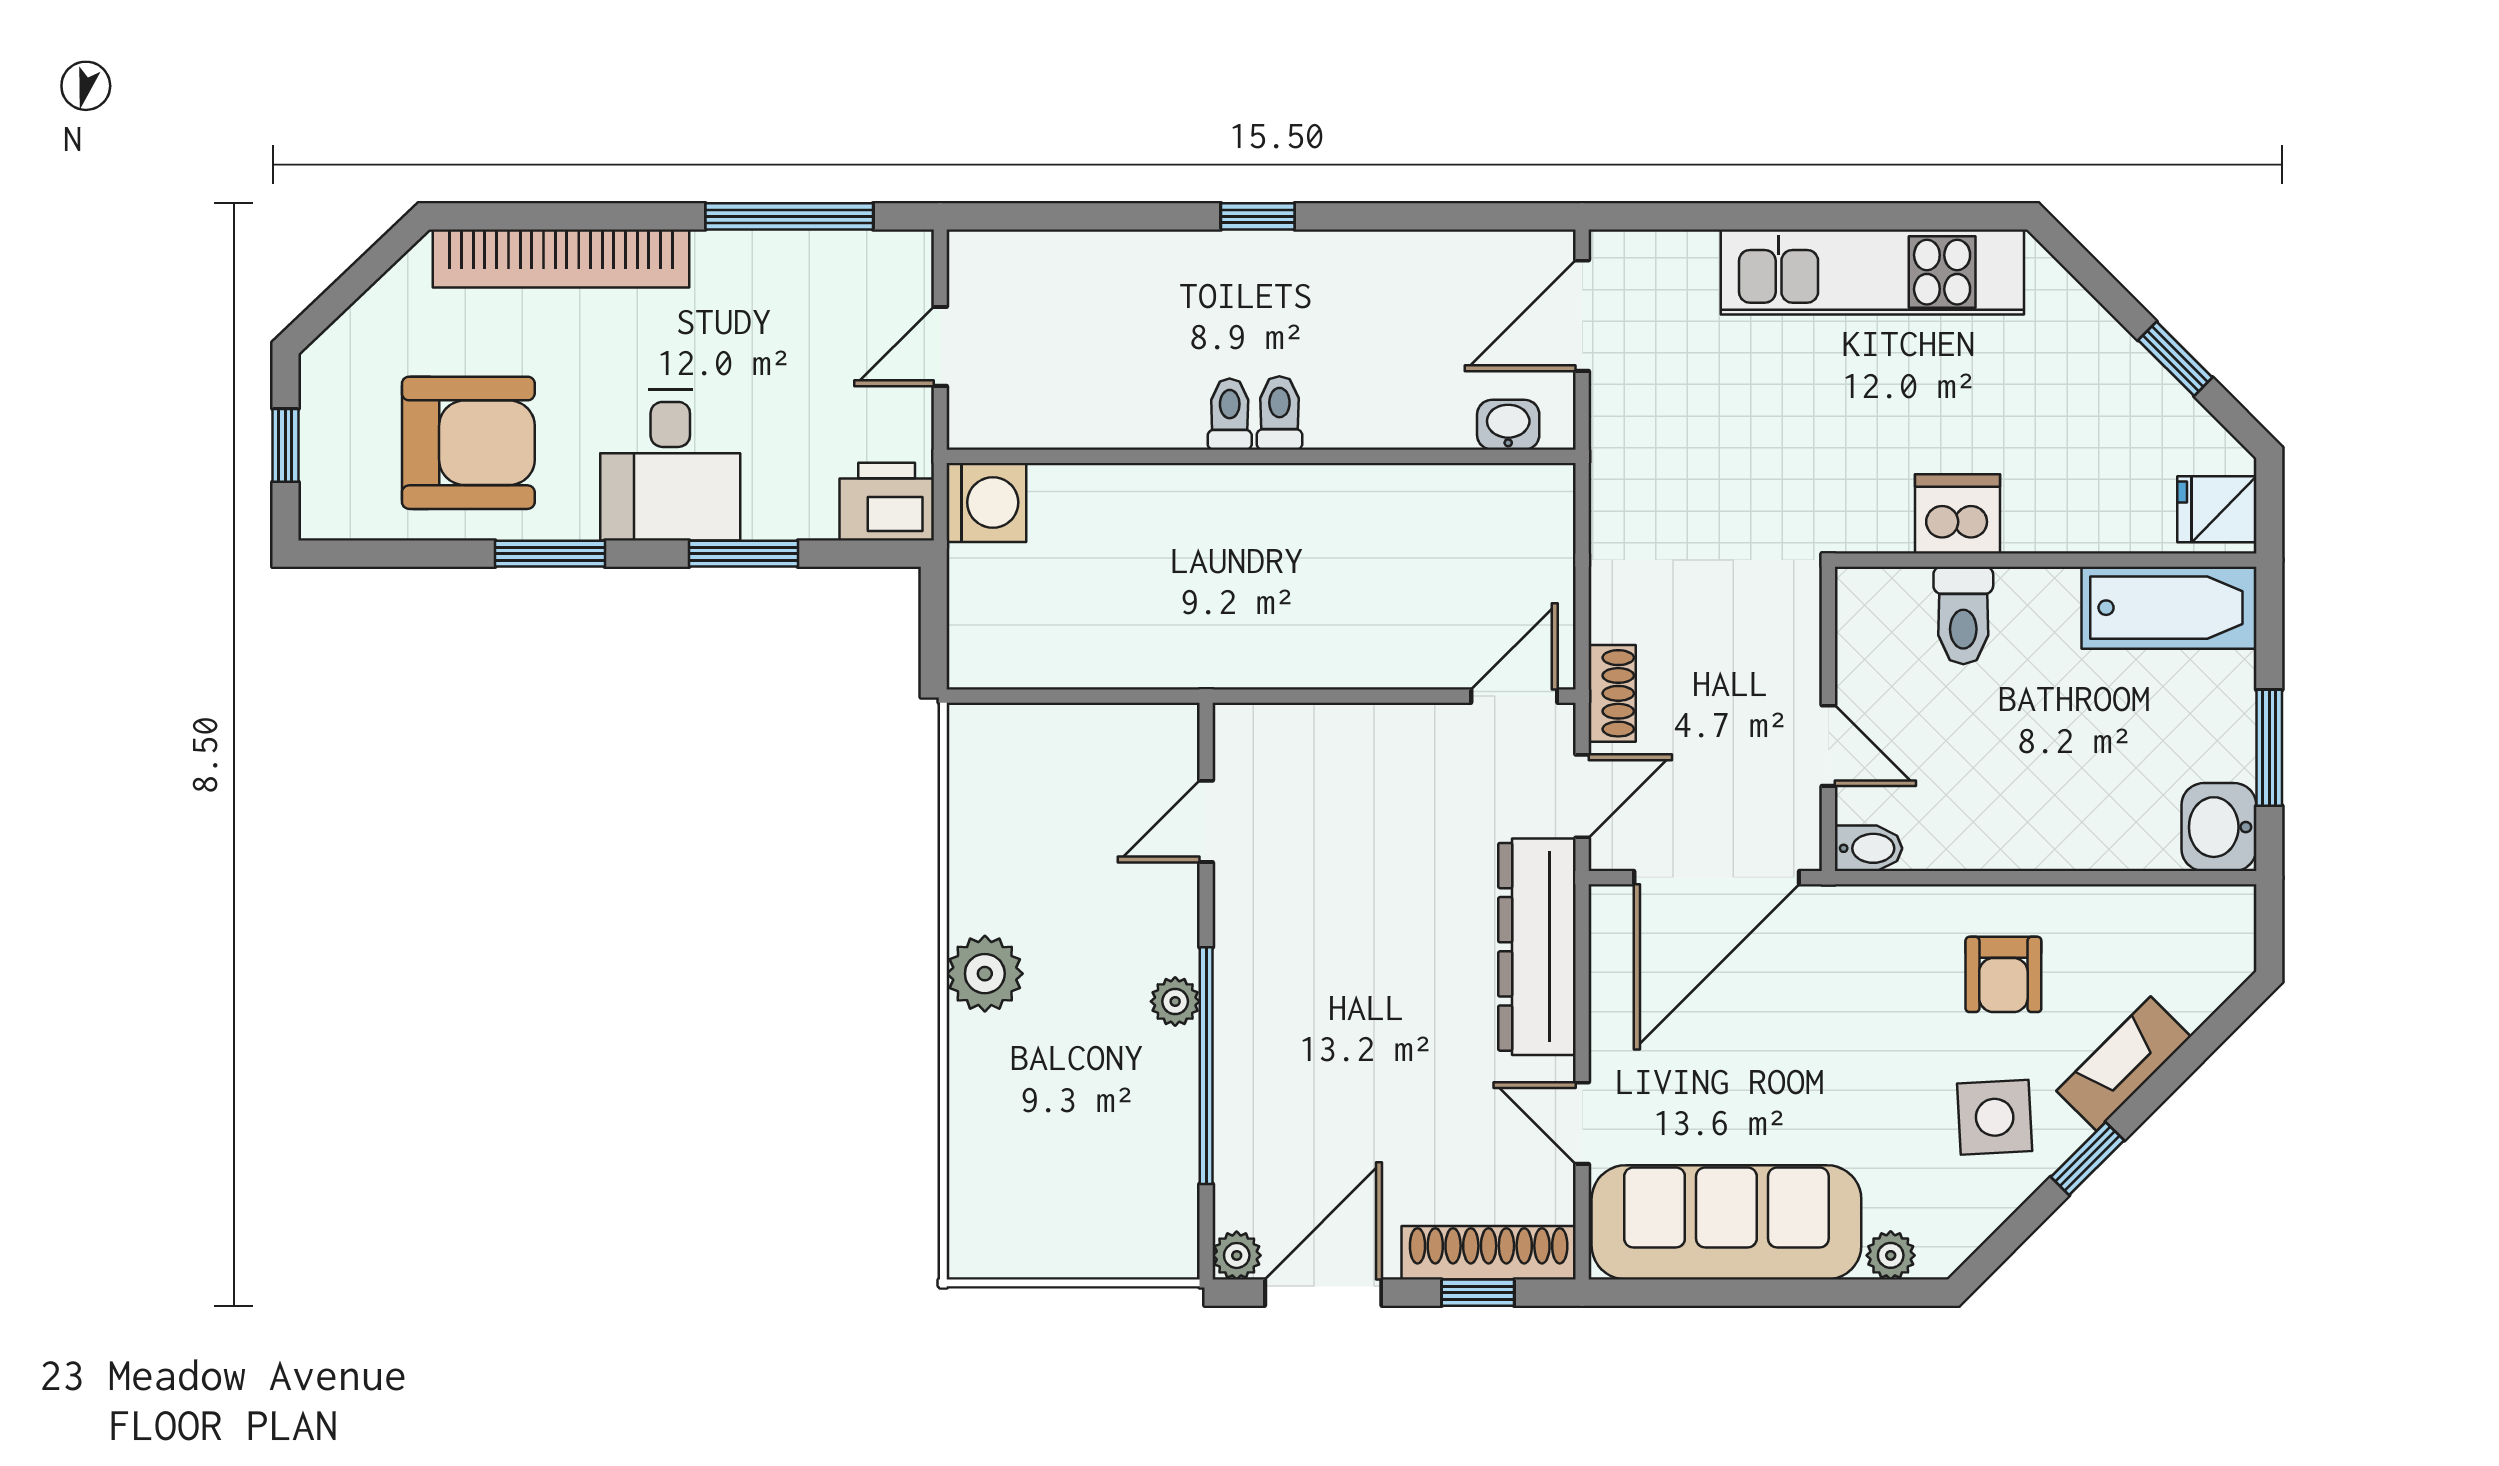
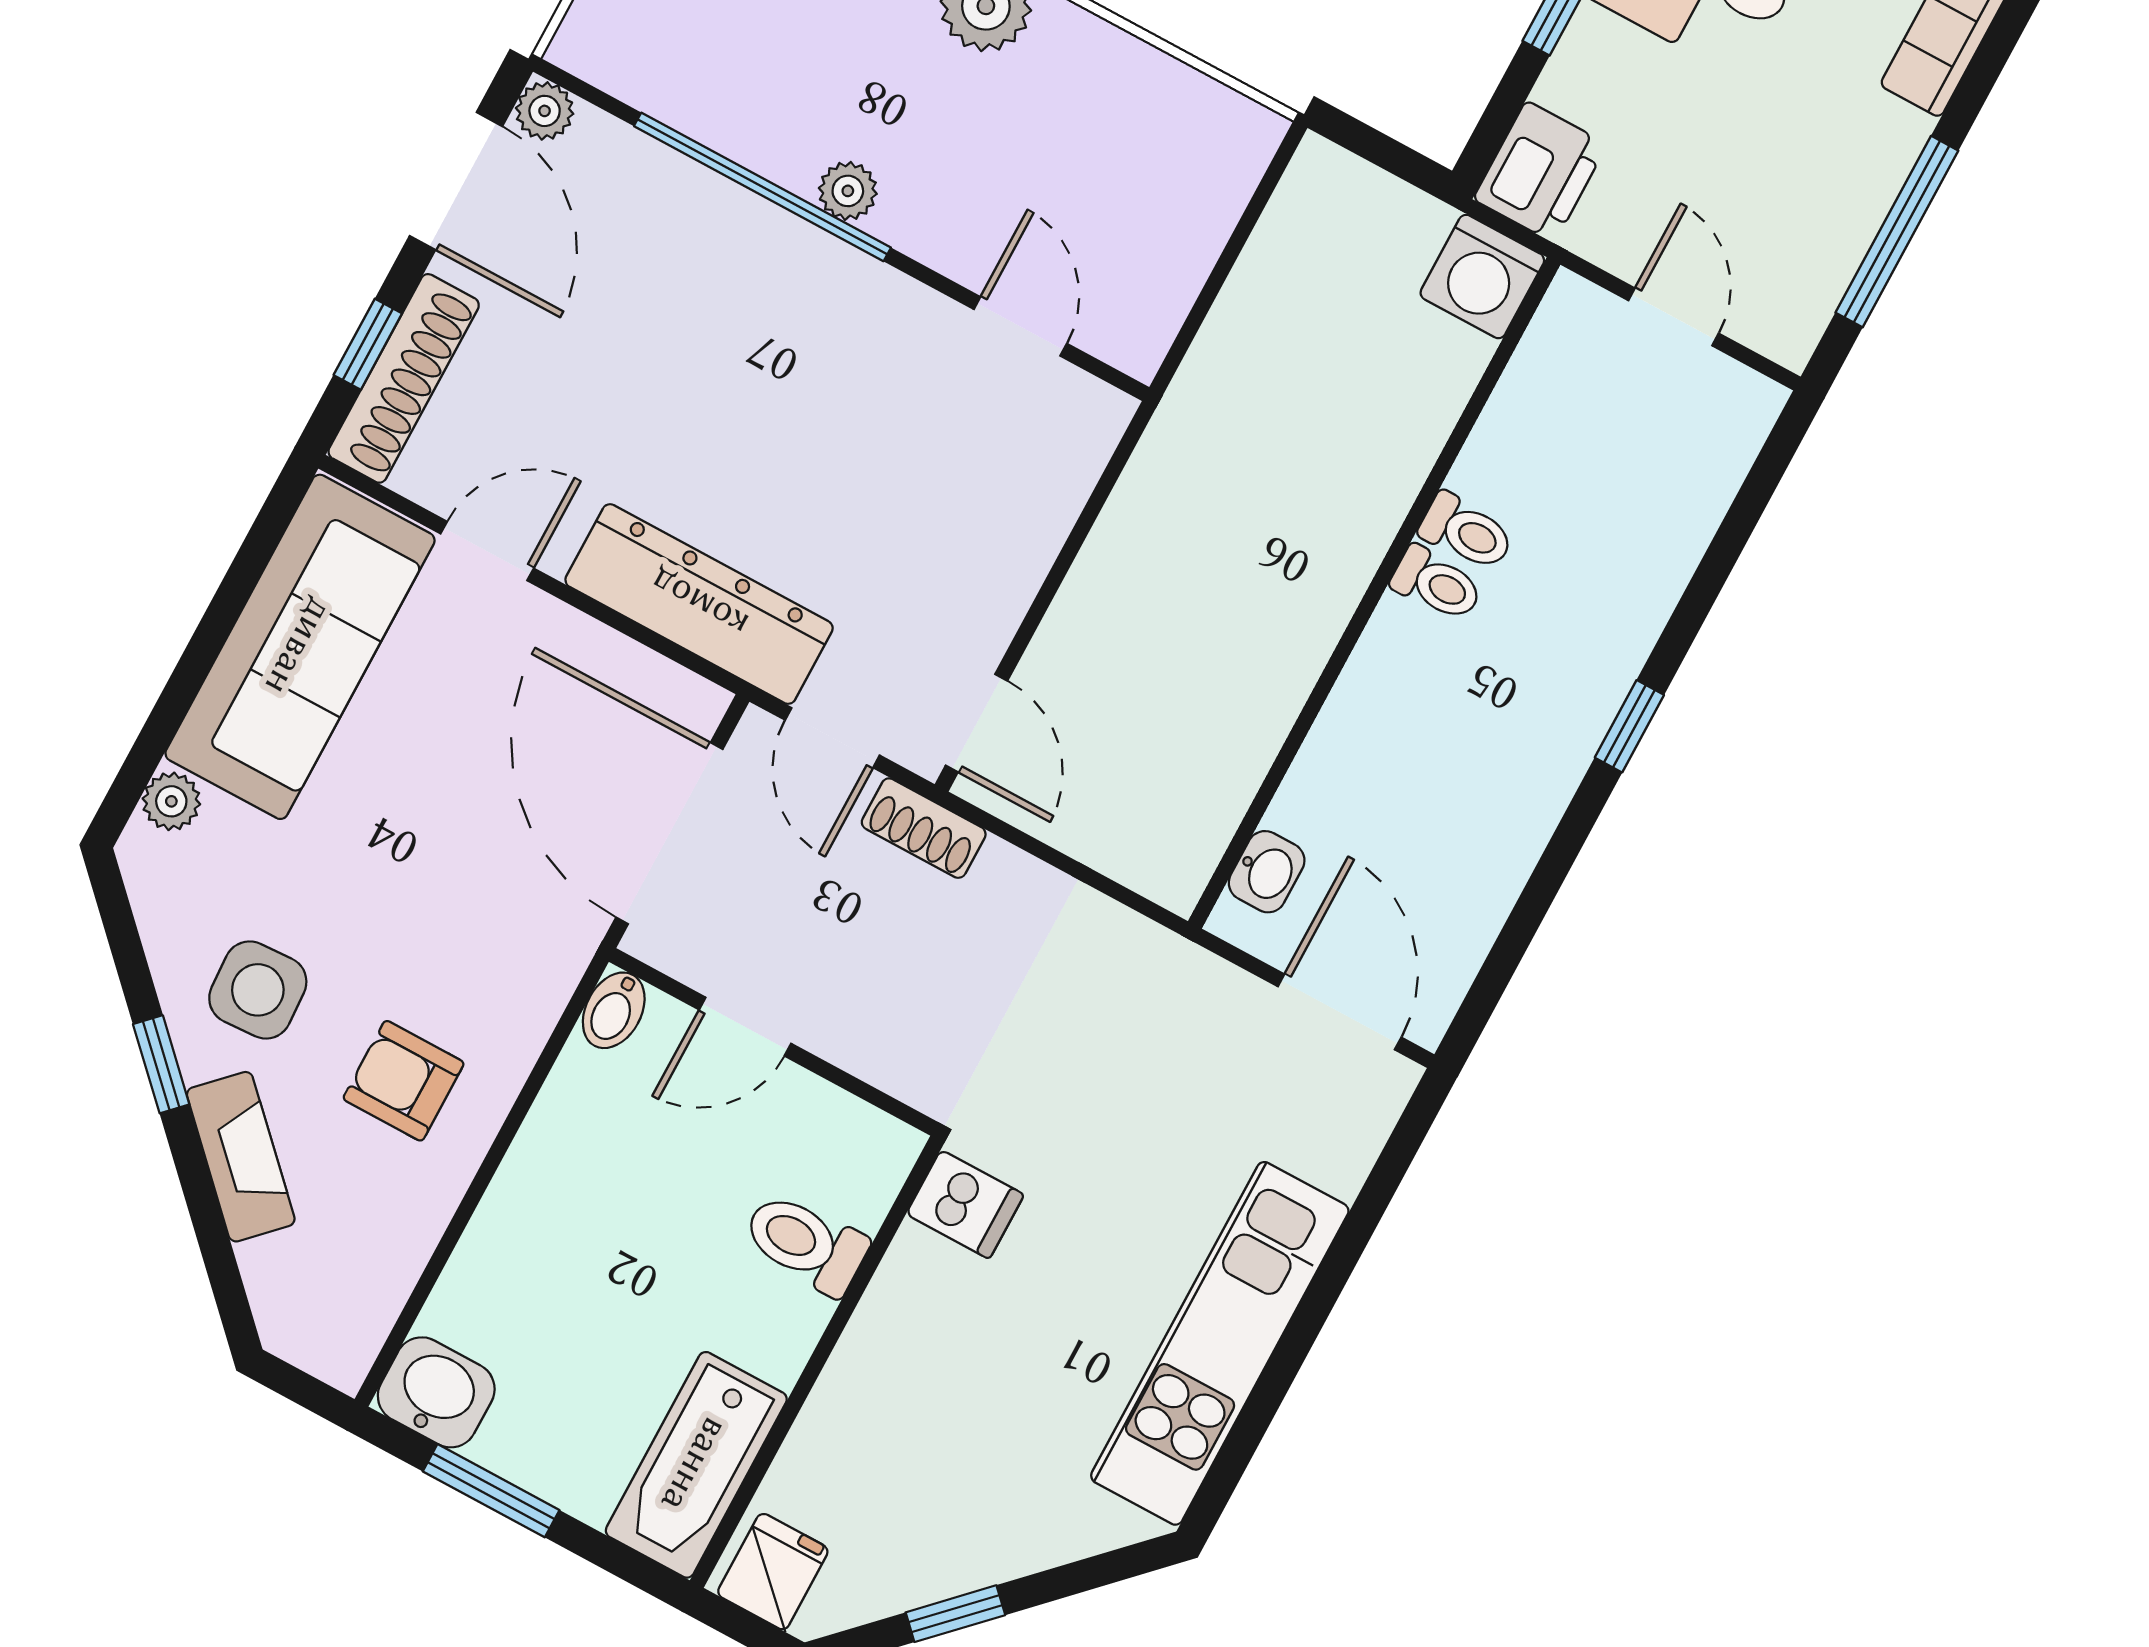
toilet: (1279, 413) -> (1466, 532), moved
dishwasher: (1957, 514) -> (965, 1204), moved, width x0.73

